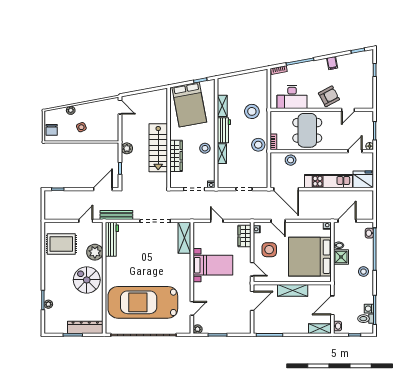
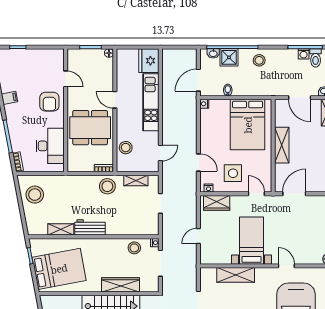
armchair: (329, 96) -> (49, 102), turned -152
stool: (252, 111) -> (35, 195), moved
stool: (205, 148) -> (134, 248), moved
door: (355, 151) -> (115, 100), moved
shelving: (222, 154) -> (136, 180), moved
door: (286, 189) -> (160, 153), width x0.53
door: (278, 221) -> (198, 162), hinge flipped
door: (347, 221) -> (198, 80), hinge flipped
shelving: (184, 238) -> (236, 275), moved
bed: (310, 257) -> (248, 125), width x0.73
shower: (341, 257) -> (229, 57), moved
door: (252, 269) -> (256, 194), hinge flipped
door: (252, 301) -> (294, 194), hinge flipped
door: (192, 308) -> (286, 266), moved

